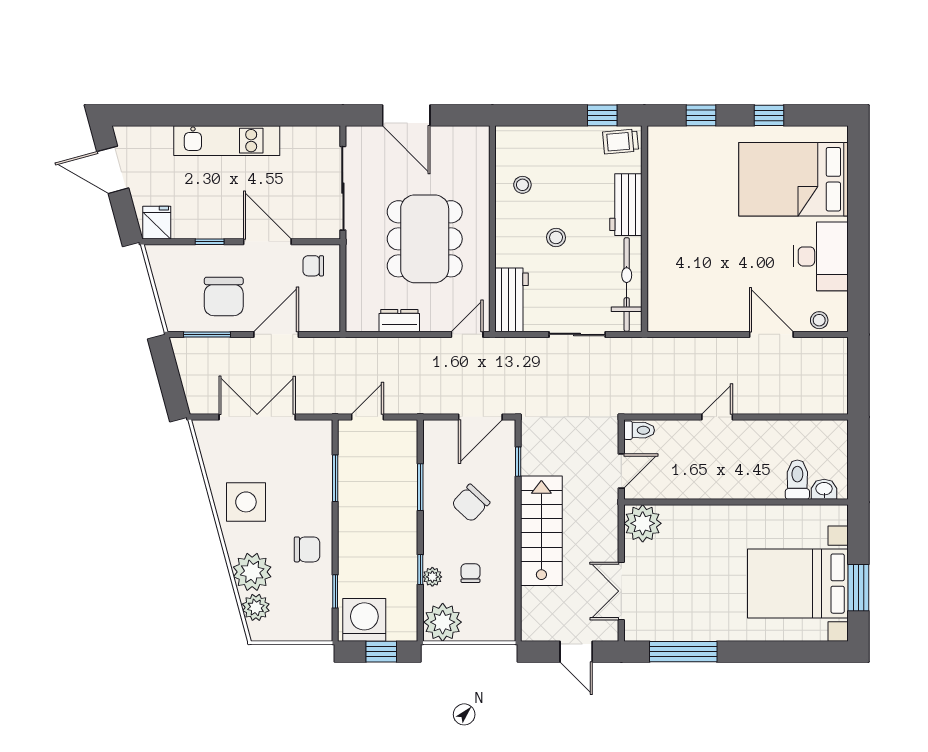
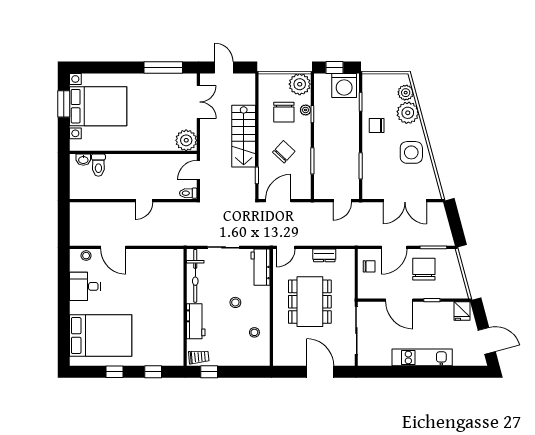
desk: (821, 256) -> (85, 286), width x0.73
chair: (313, 266) -> (369, 266), moved
chair: (470, 573) -> (284, 112), width x1.87, depth x1.87

